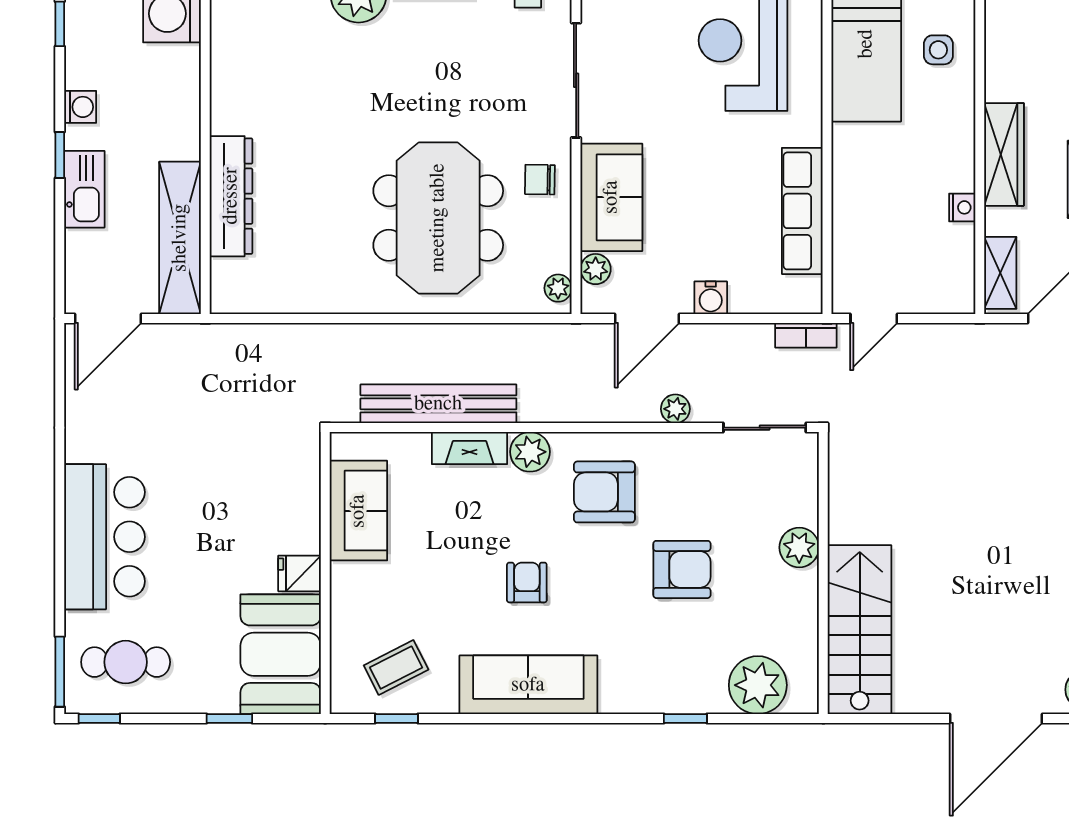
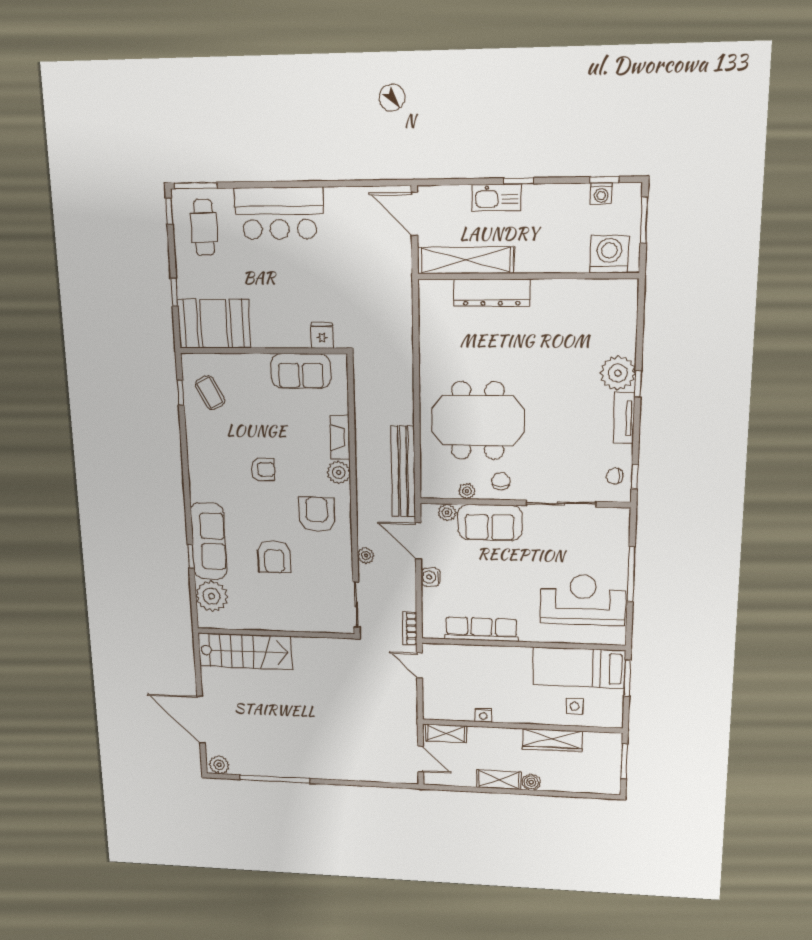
washing machine: (80, 107) -> (601, 193), moved
wardrobe: (1004, 154) -> (552, 740), moved
plant: (558, 288) -> (467, 491), moved
bench: (438, 404) -> (403, 472), moved
plant: (799, 547) -> (289, 621), removed
fridge: (299, 573) -> (322, 335), moved
sofa: (528, 685) -> (209, 541), moved

